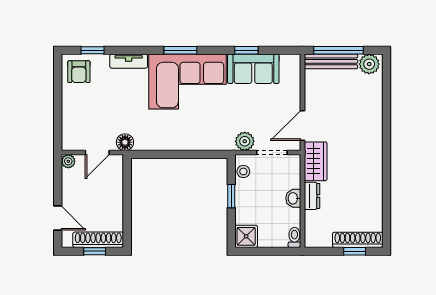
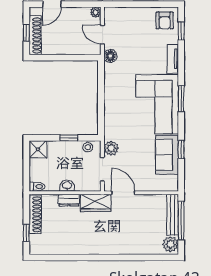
armchair: (79, 72) -> (165, 20), turned -90
shoe rack: (358, 240) -> (35, 214), moved

